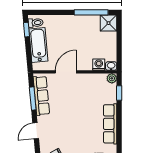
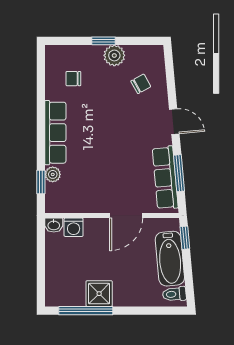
shower: (109, 23) -> (99, 294), moved
window: (26, 30) -> (185, 238), moved
plant: (112, 78) -> (53, 174), moved
door: (36, 131) -> (174, 122), hinge flipped

